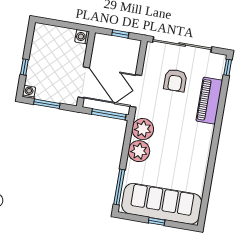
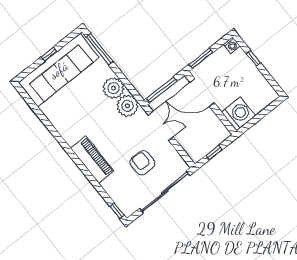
washing machine: (82, 37) -> (238, 114), width x1.89, depth x1.89
piano: (209, 101) -> (92, 160), moved
window: (47, 104) -> (201, 58), moved

